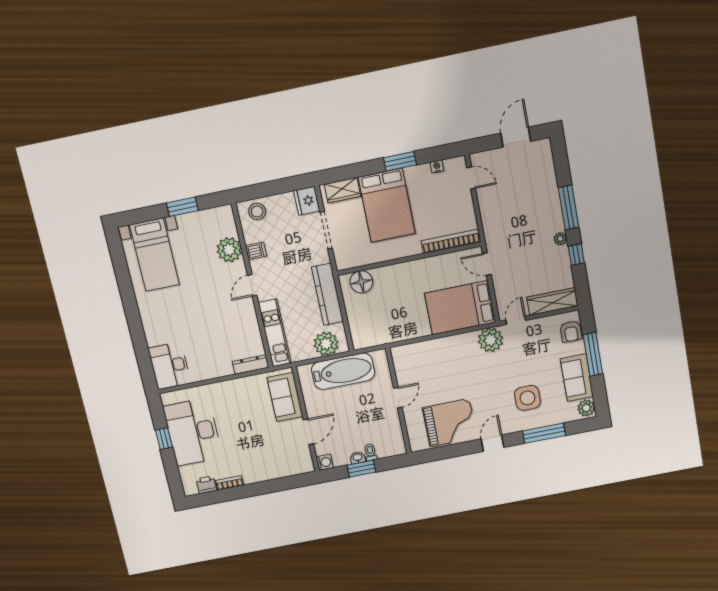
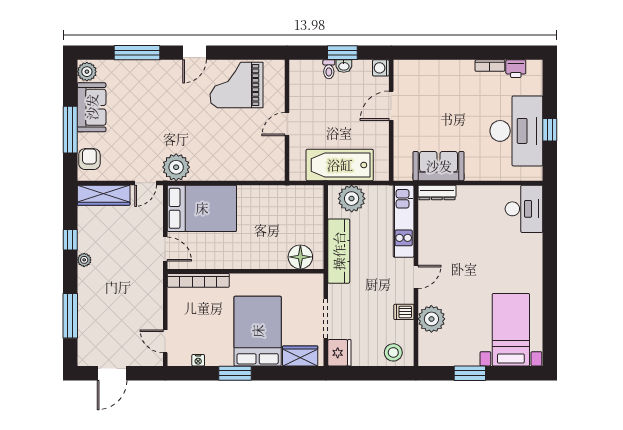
window: (568, 207) -> (70, 316), moved
sofa: (285, 397) -> (439, 166), moved, turned -90
side table: (527, 398) -> (148, 96), removed

